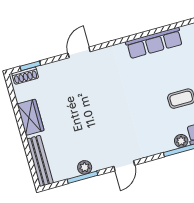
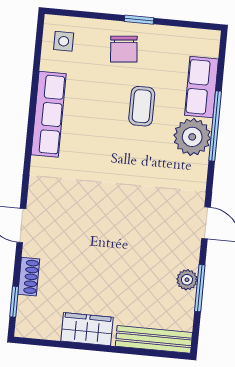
shoe rack: (25, 76) -> (29, 277), moved
plant: (181, 141) -> (192, 137), width x1.88, depth x1.88

